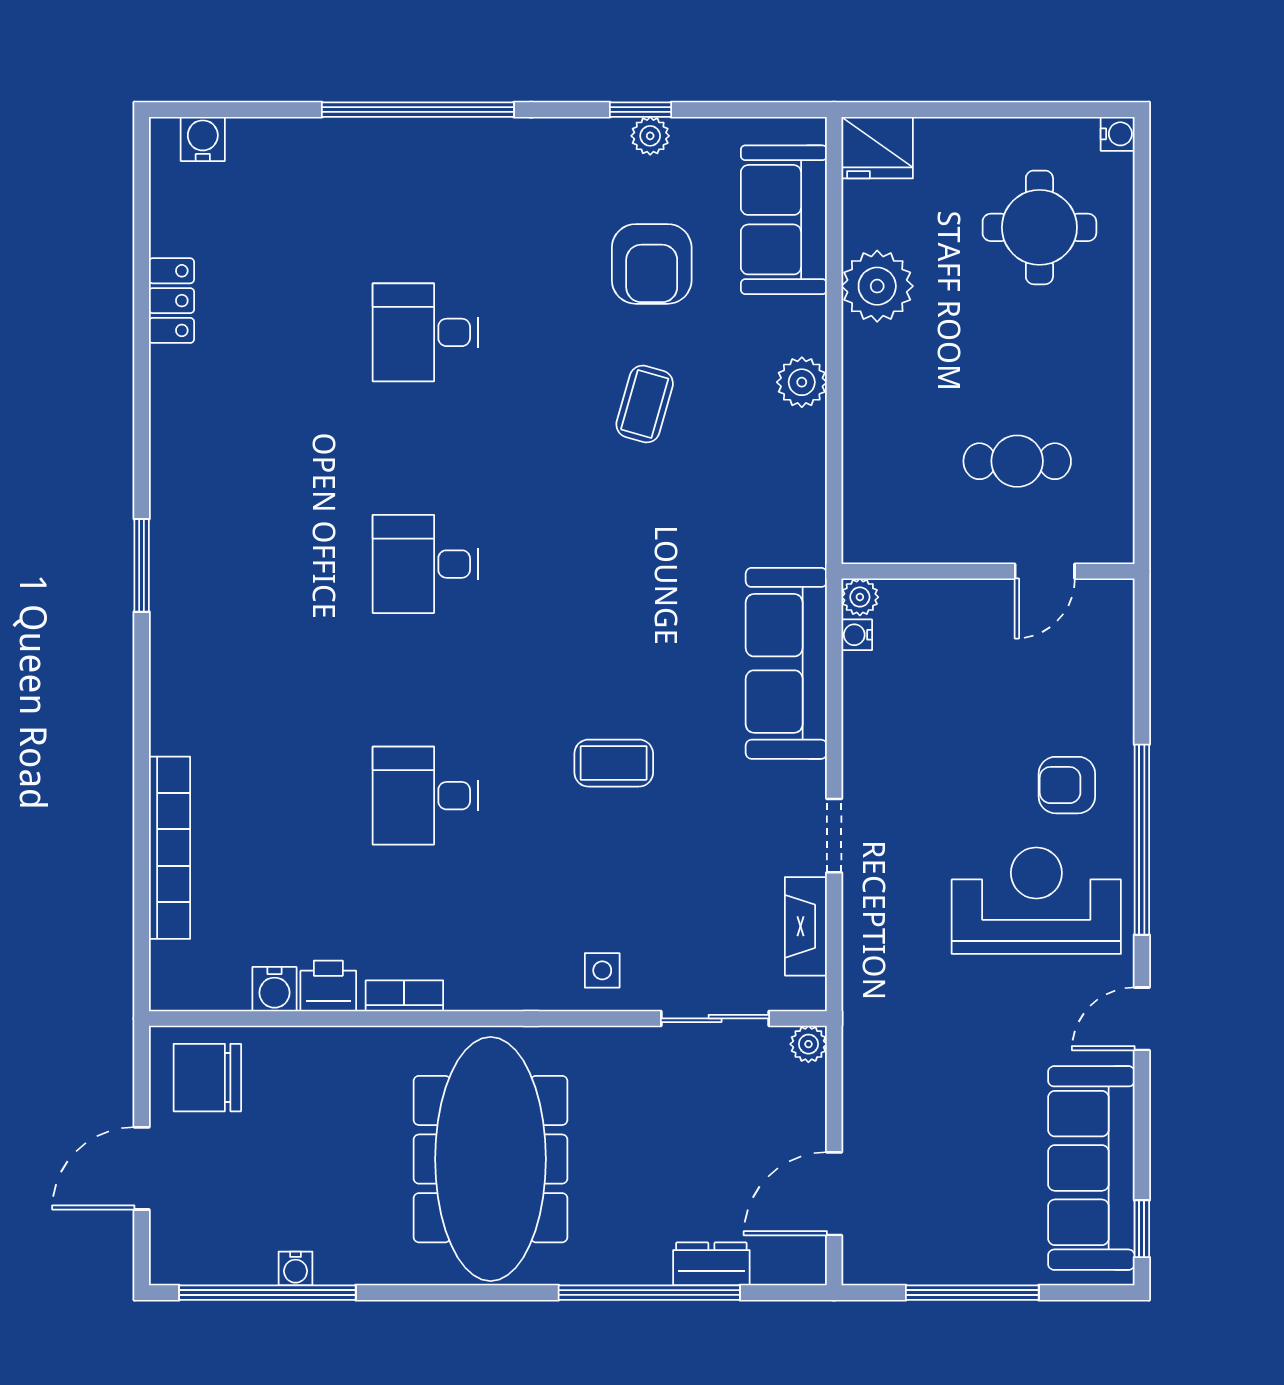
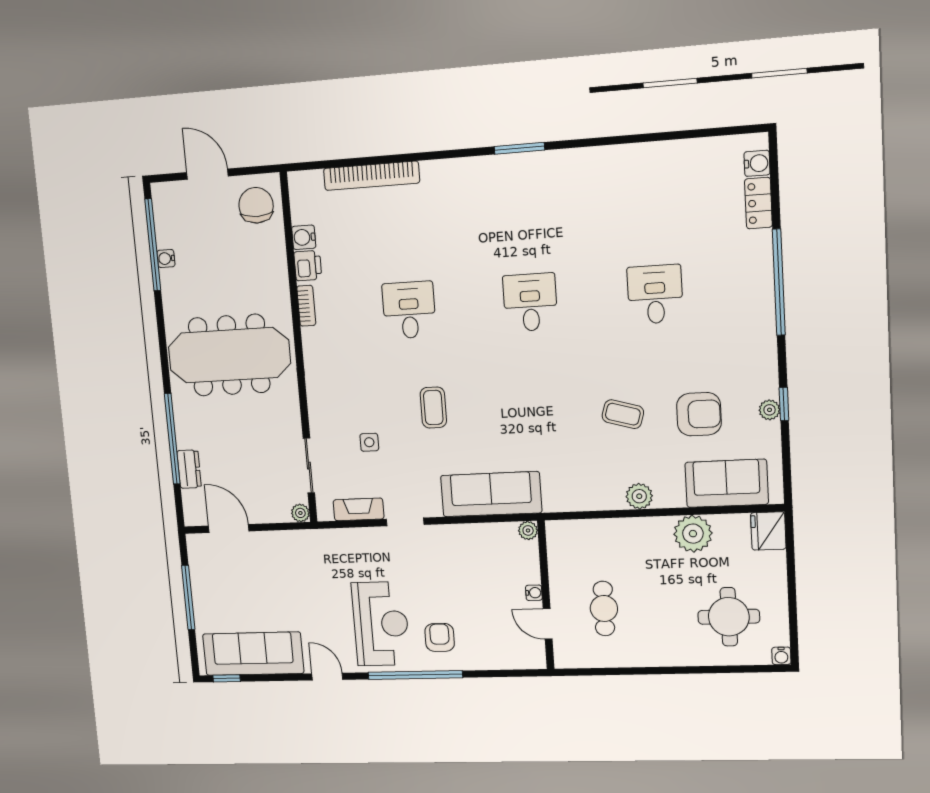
armchair: (652, 264) -> (699, 414), turned 180
locker: (171, 301) -> (758, 203), moved, turned 90
water cooler: (857, 635) -> (534, 593), moved, turned 90
side table: (602, 970) -> (369, 442), moved

